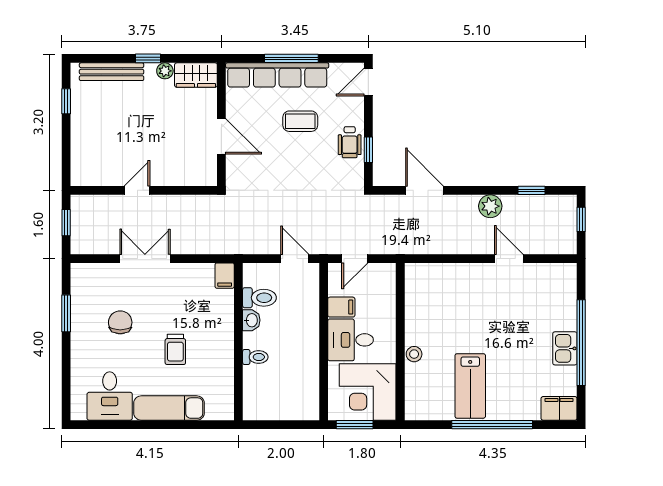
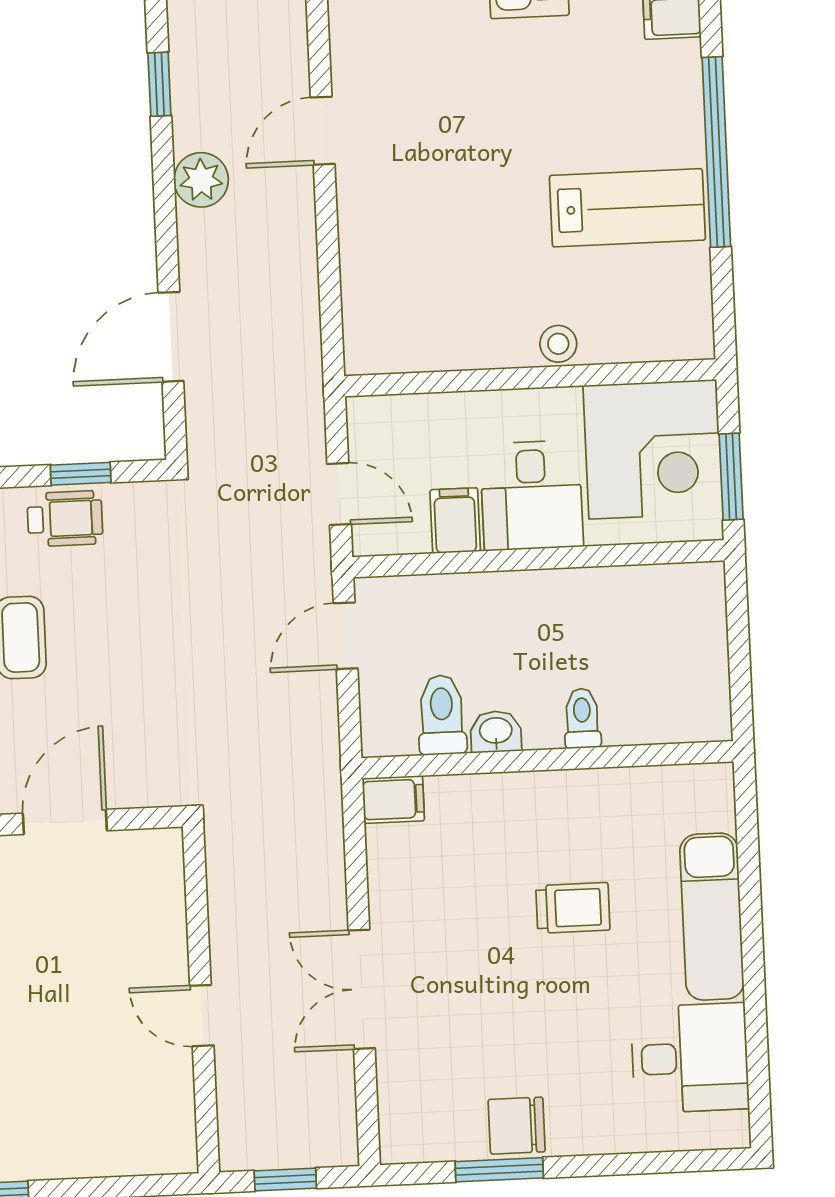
chair: (120, 322) -> (517, 1126), moved

